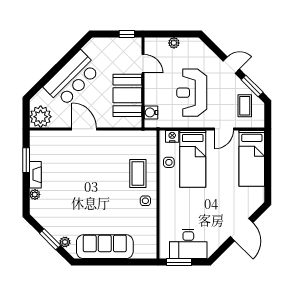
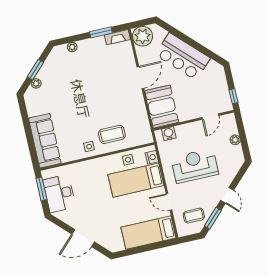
booth: (127, 95) -> (162, 107), moved, turned 90
fireplace: (35, 175) -> (117, 37), moved
sofa: (105, 247) -> (45, 141), moved

